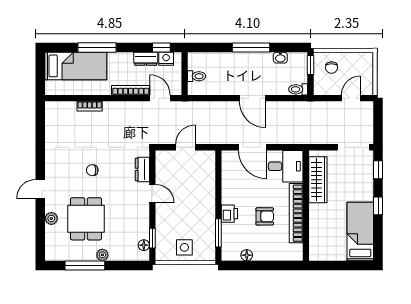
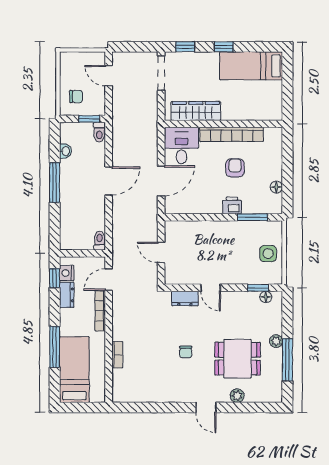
window: (311, 65) -> (89, 119), moved
toilet: (197, 76) -> (100, 241), moved
door: (152, 194) -> (211, 288), swing flipped

